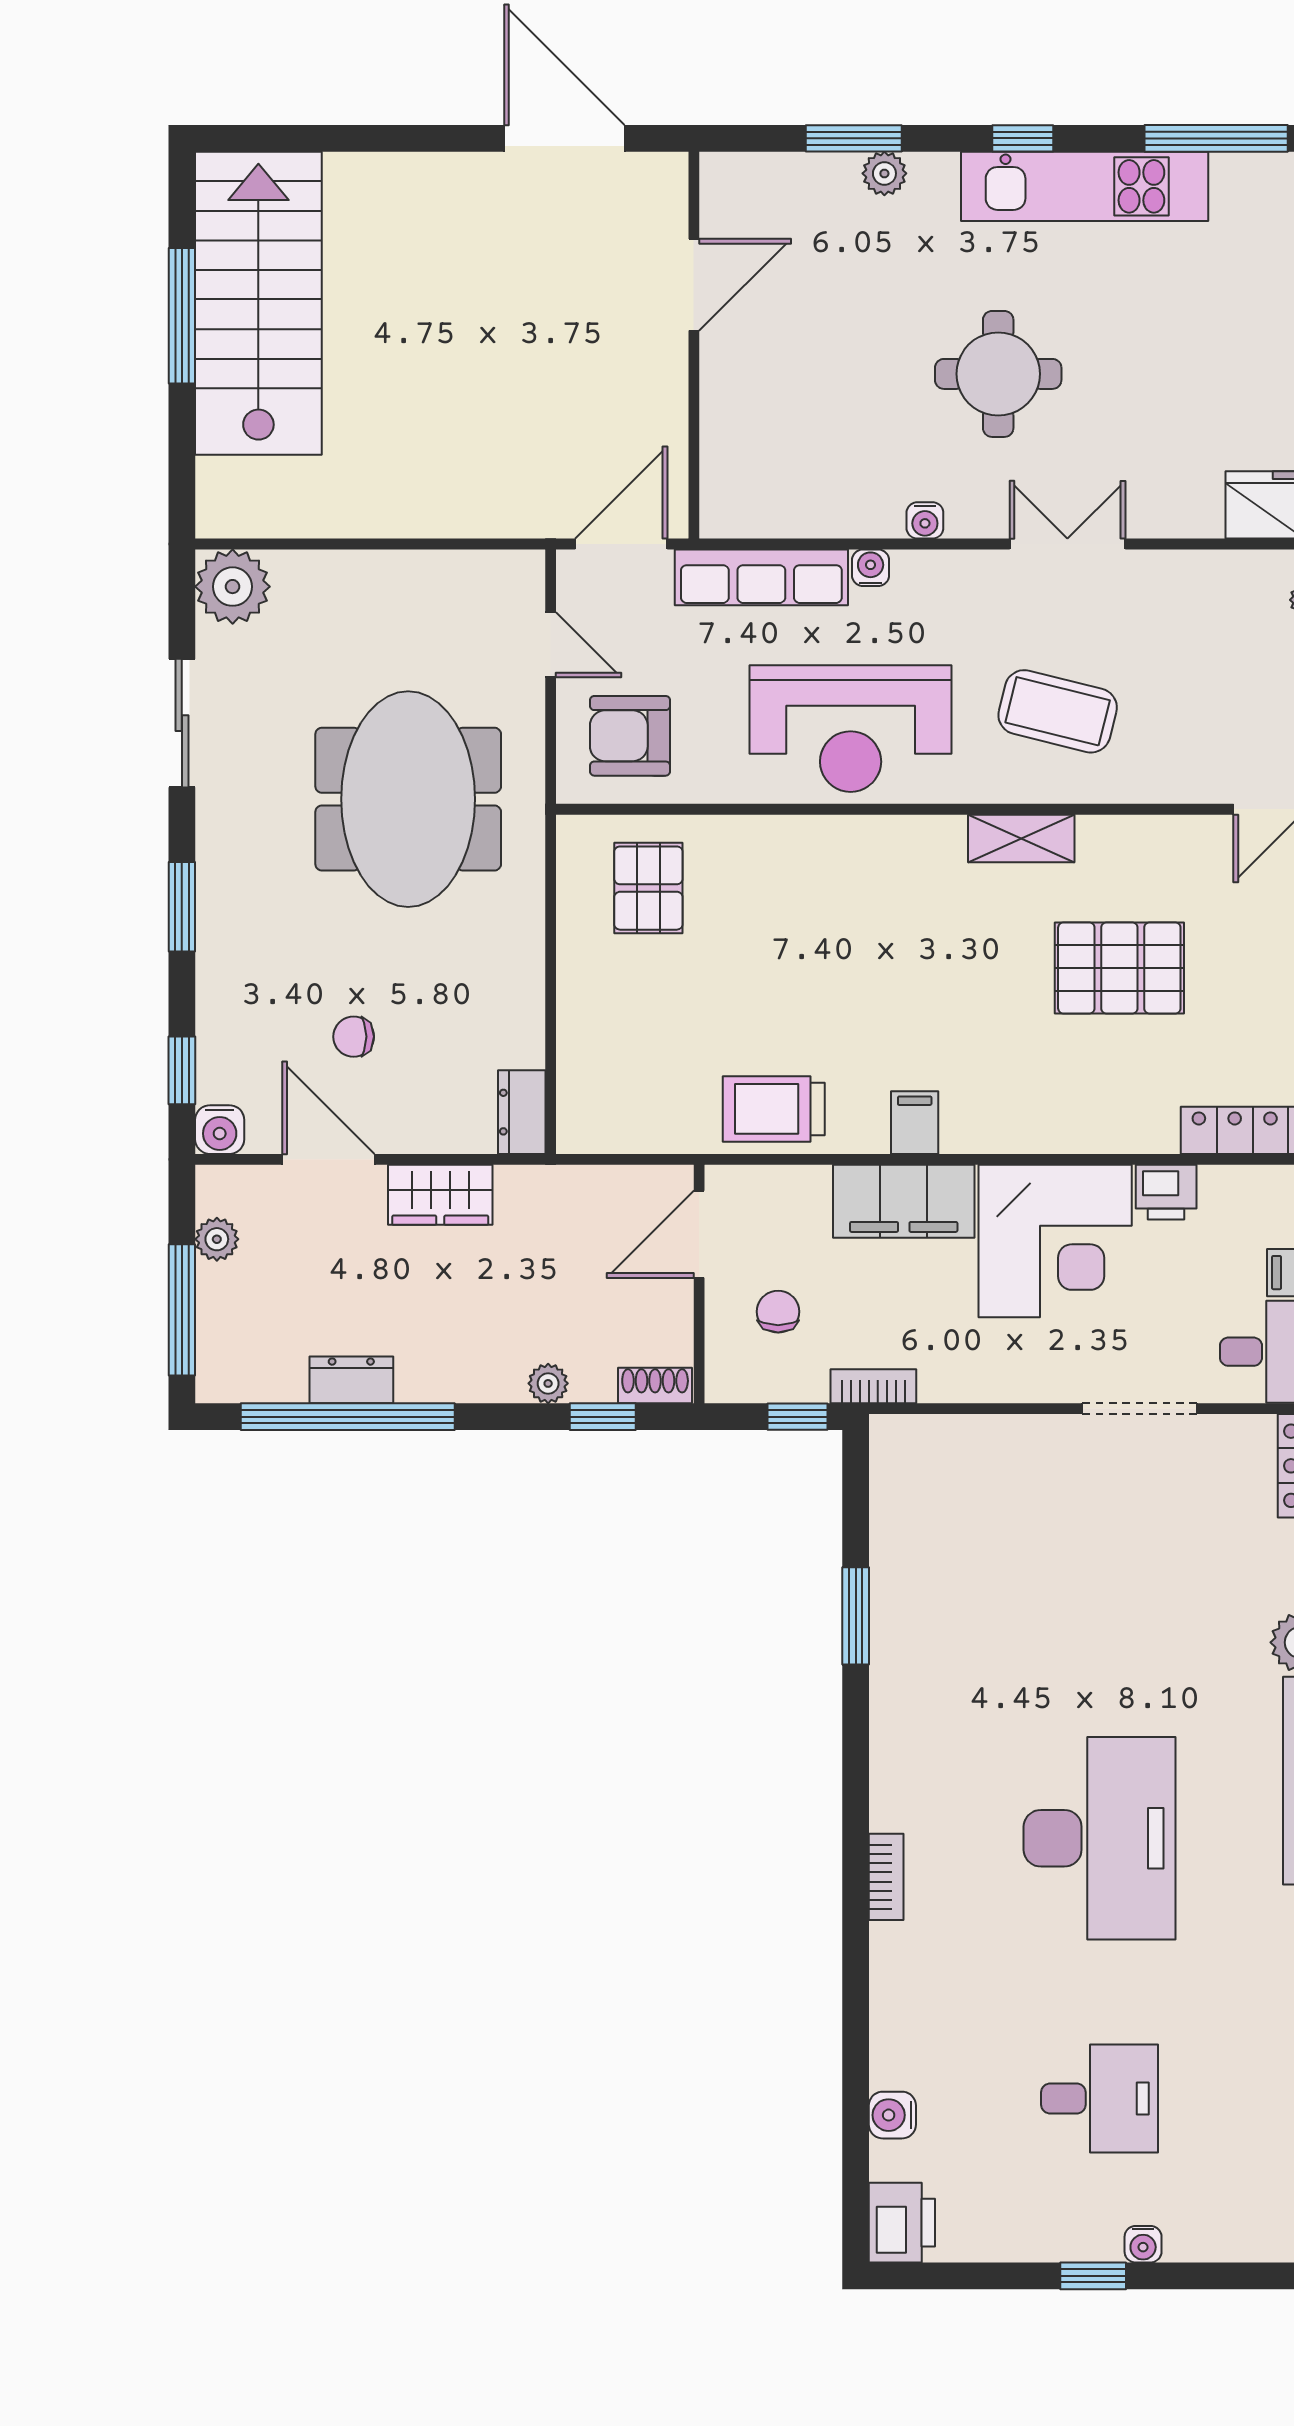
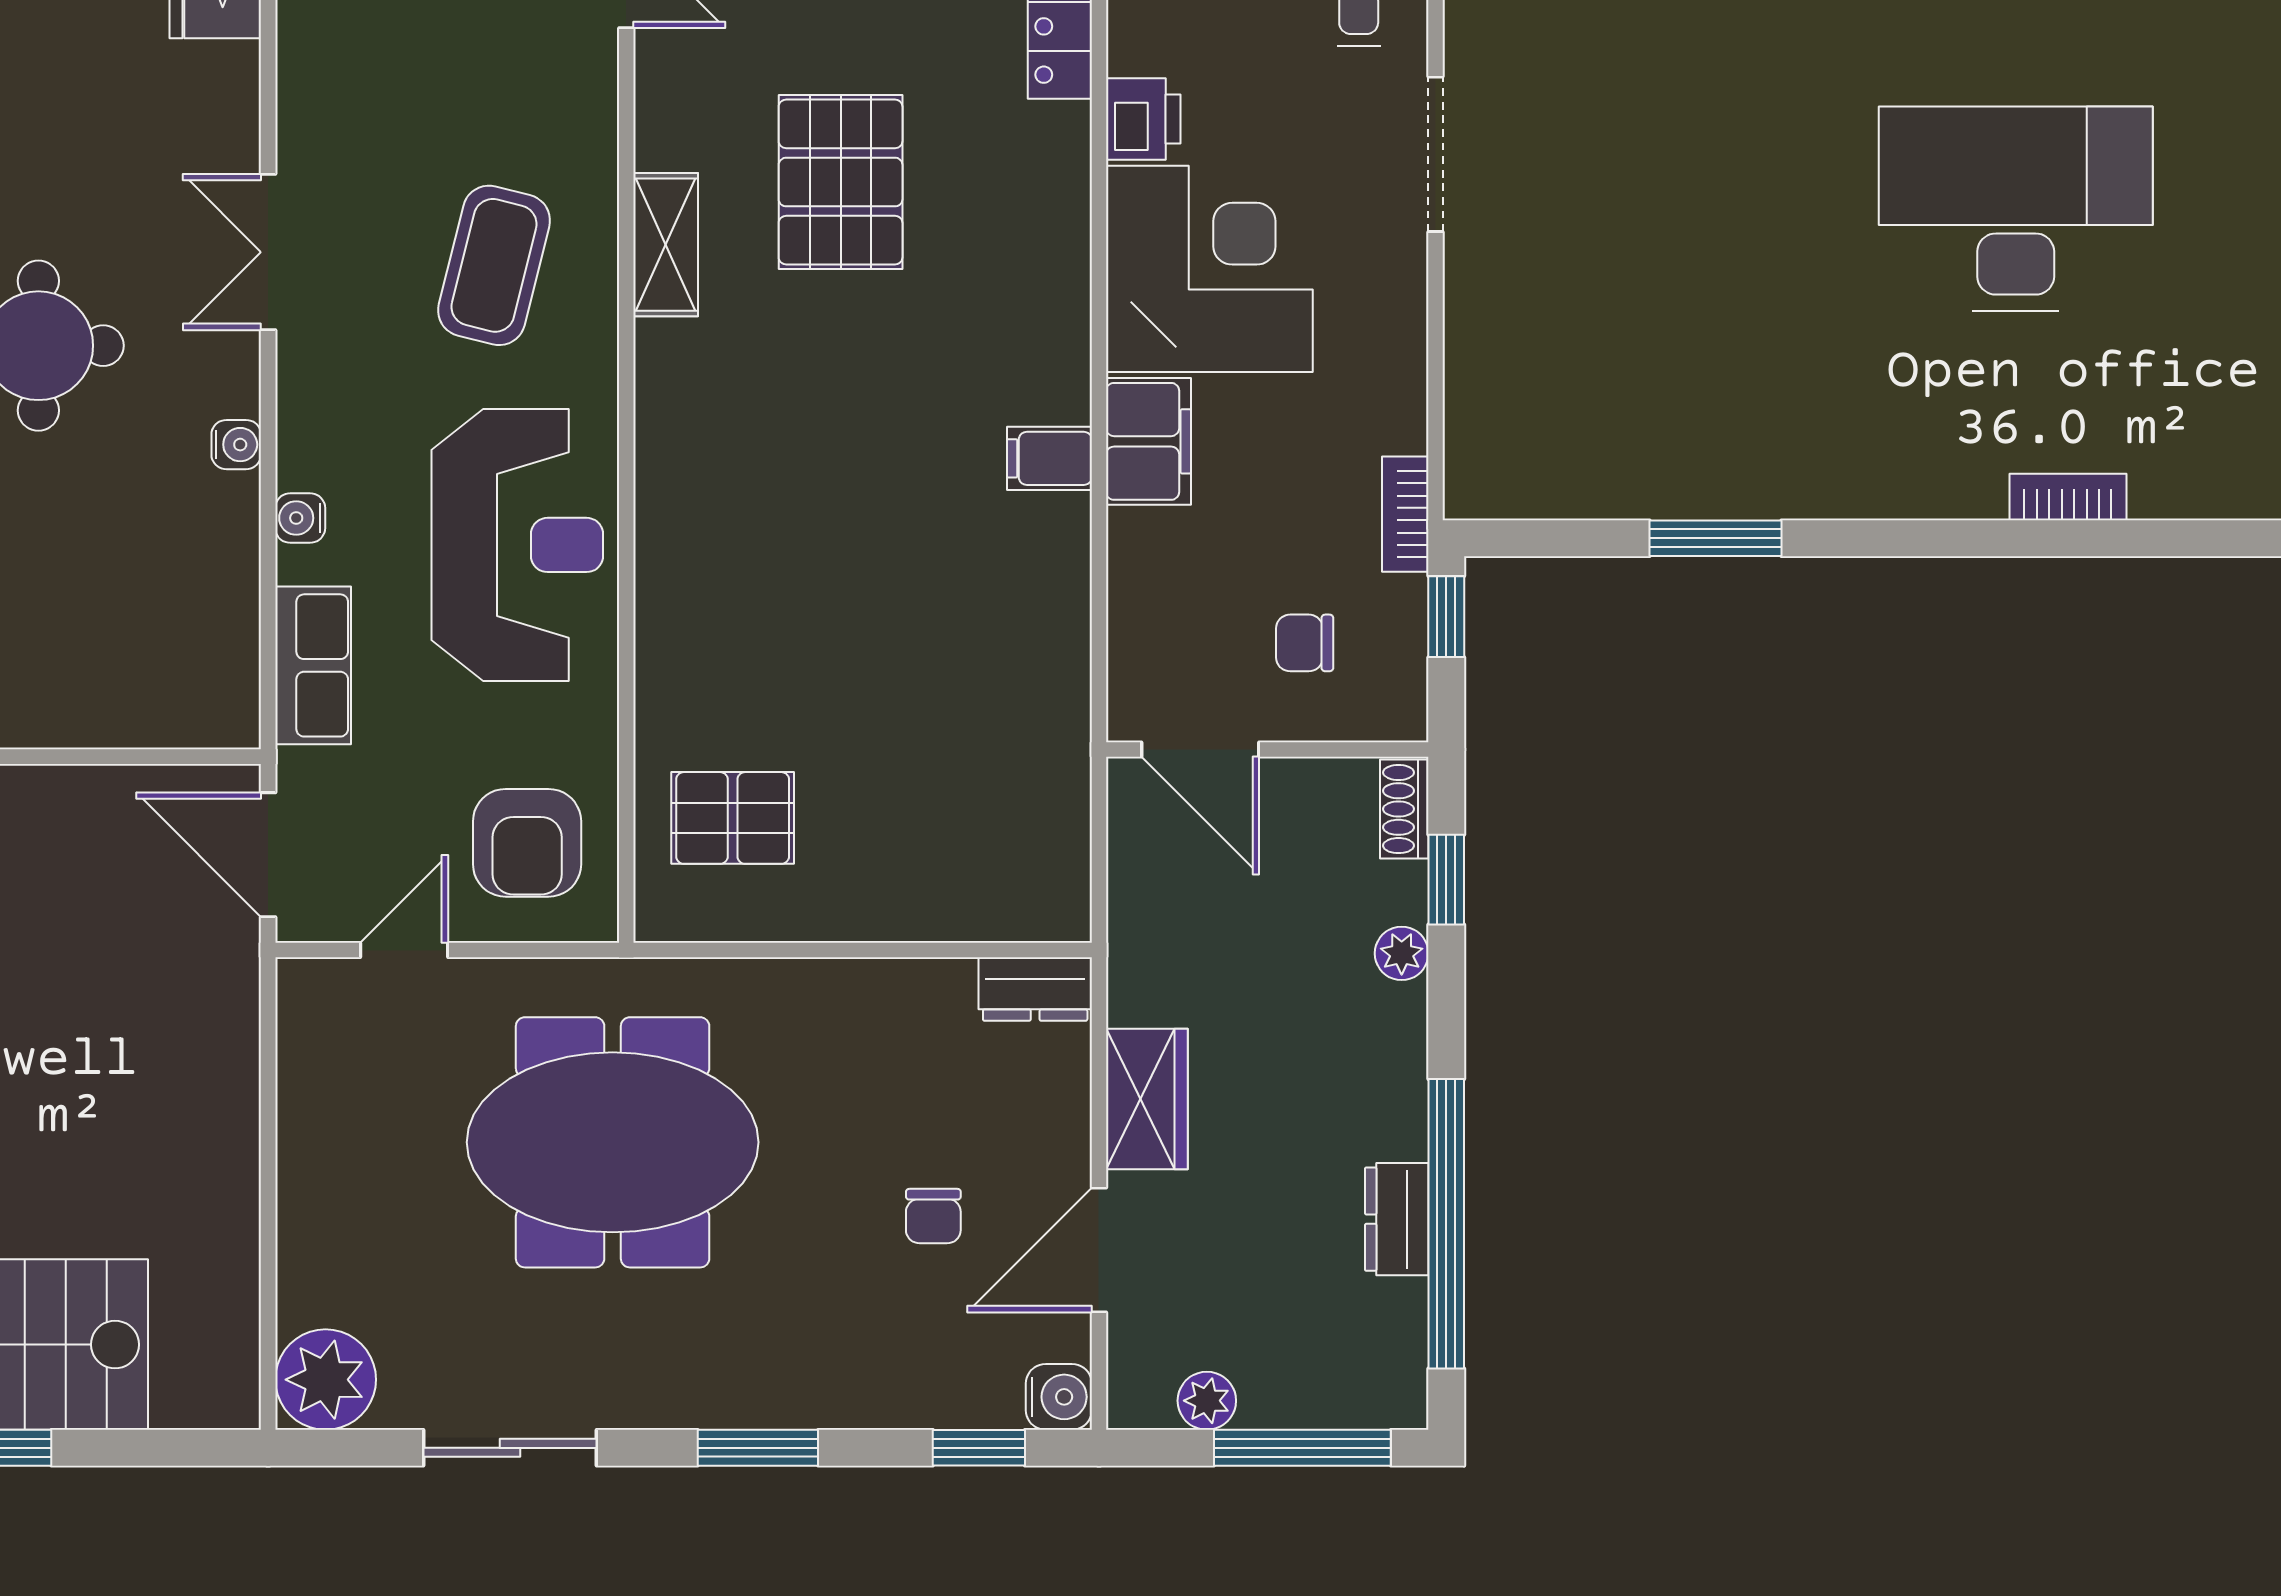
row of seats: (761, 577) -> (313, 665), width x0.68
shelving: (1021, 838) -> (666, 245), moved
trolley: (774, 1109) -> (1031, 649), removed
filing cabinet: (904, 1201) -> (1149, 441), width x0.67, depth x0.86

